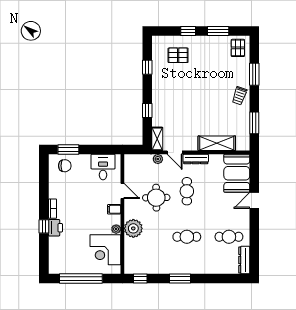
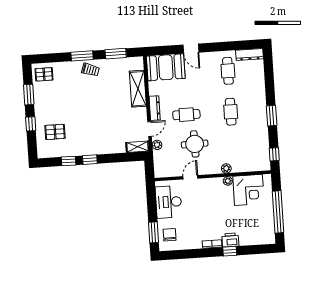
pallet: (178, 55) -> (55, 132), turned 90
window: (254, 74) -> (82, 56), moved
window: (147, 110) -> (90, 160), moved
desk: (103, 167) -> (169, 202), width x1.37
filing cabinet: (114, 209) -> (209, 184), removed
plant: (133, 228) -> (226, 168), width x0.53, depth x0.53

